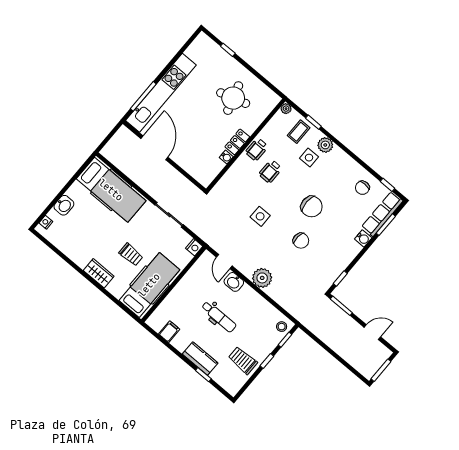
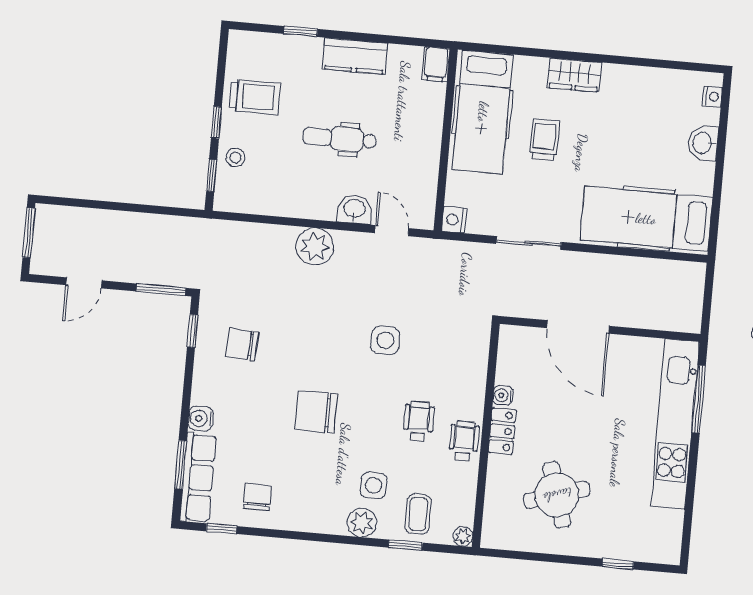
door: (154, 148) -> (578, 327), moved
chair: (301, 241) -> (242, 344), moved
trolley: (131, 255) -> (544, 139), turned 90
stool: (282, 327) -> (235, 157), moved
filing cabinet: (169, 332) -> (436, 64), moved
kitchen counter: (200, 358) -> (355, 56), moved

